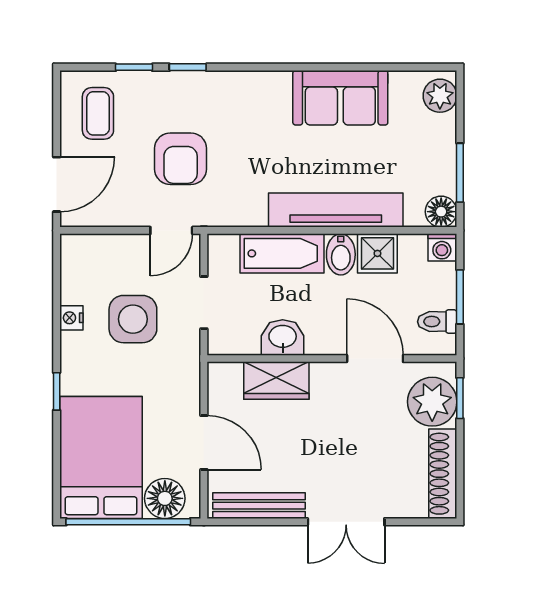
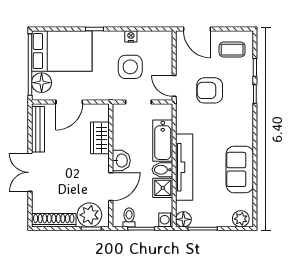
washbasin: (283, 337) -> (121, 161), moved

